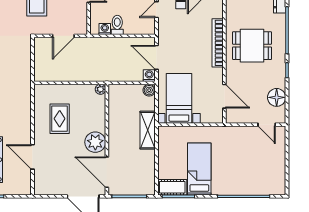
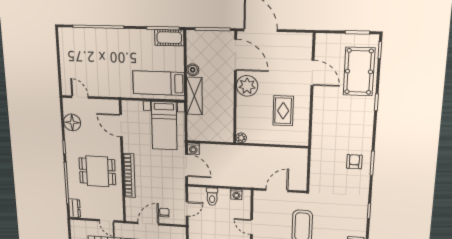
toilet: (117, 25) -> (212, 197), moved
boiler: (149, 90) -> (193, 70), moved
bed: (199, 169) -> (159, 83), moved, turned 90

